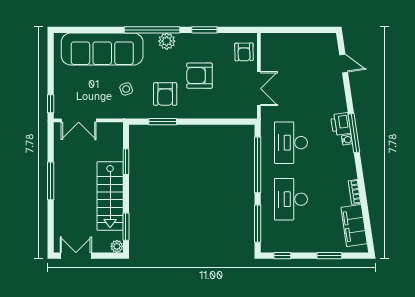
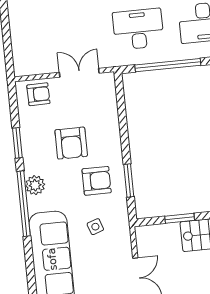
desk: (291, 143) -> (138, 29), turned 180

